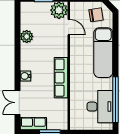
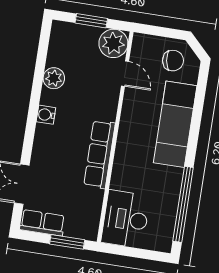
water cooler: (25, 76) -> (46, 115), moved
desk: (100, 107) -> (126, 219), moved, turned 180

